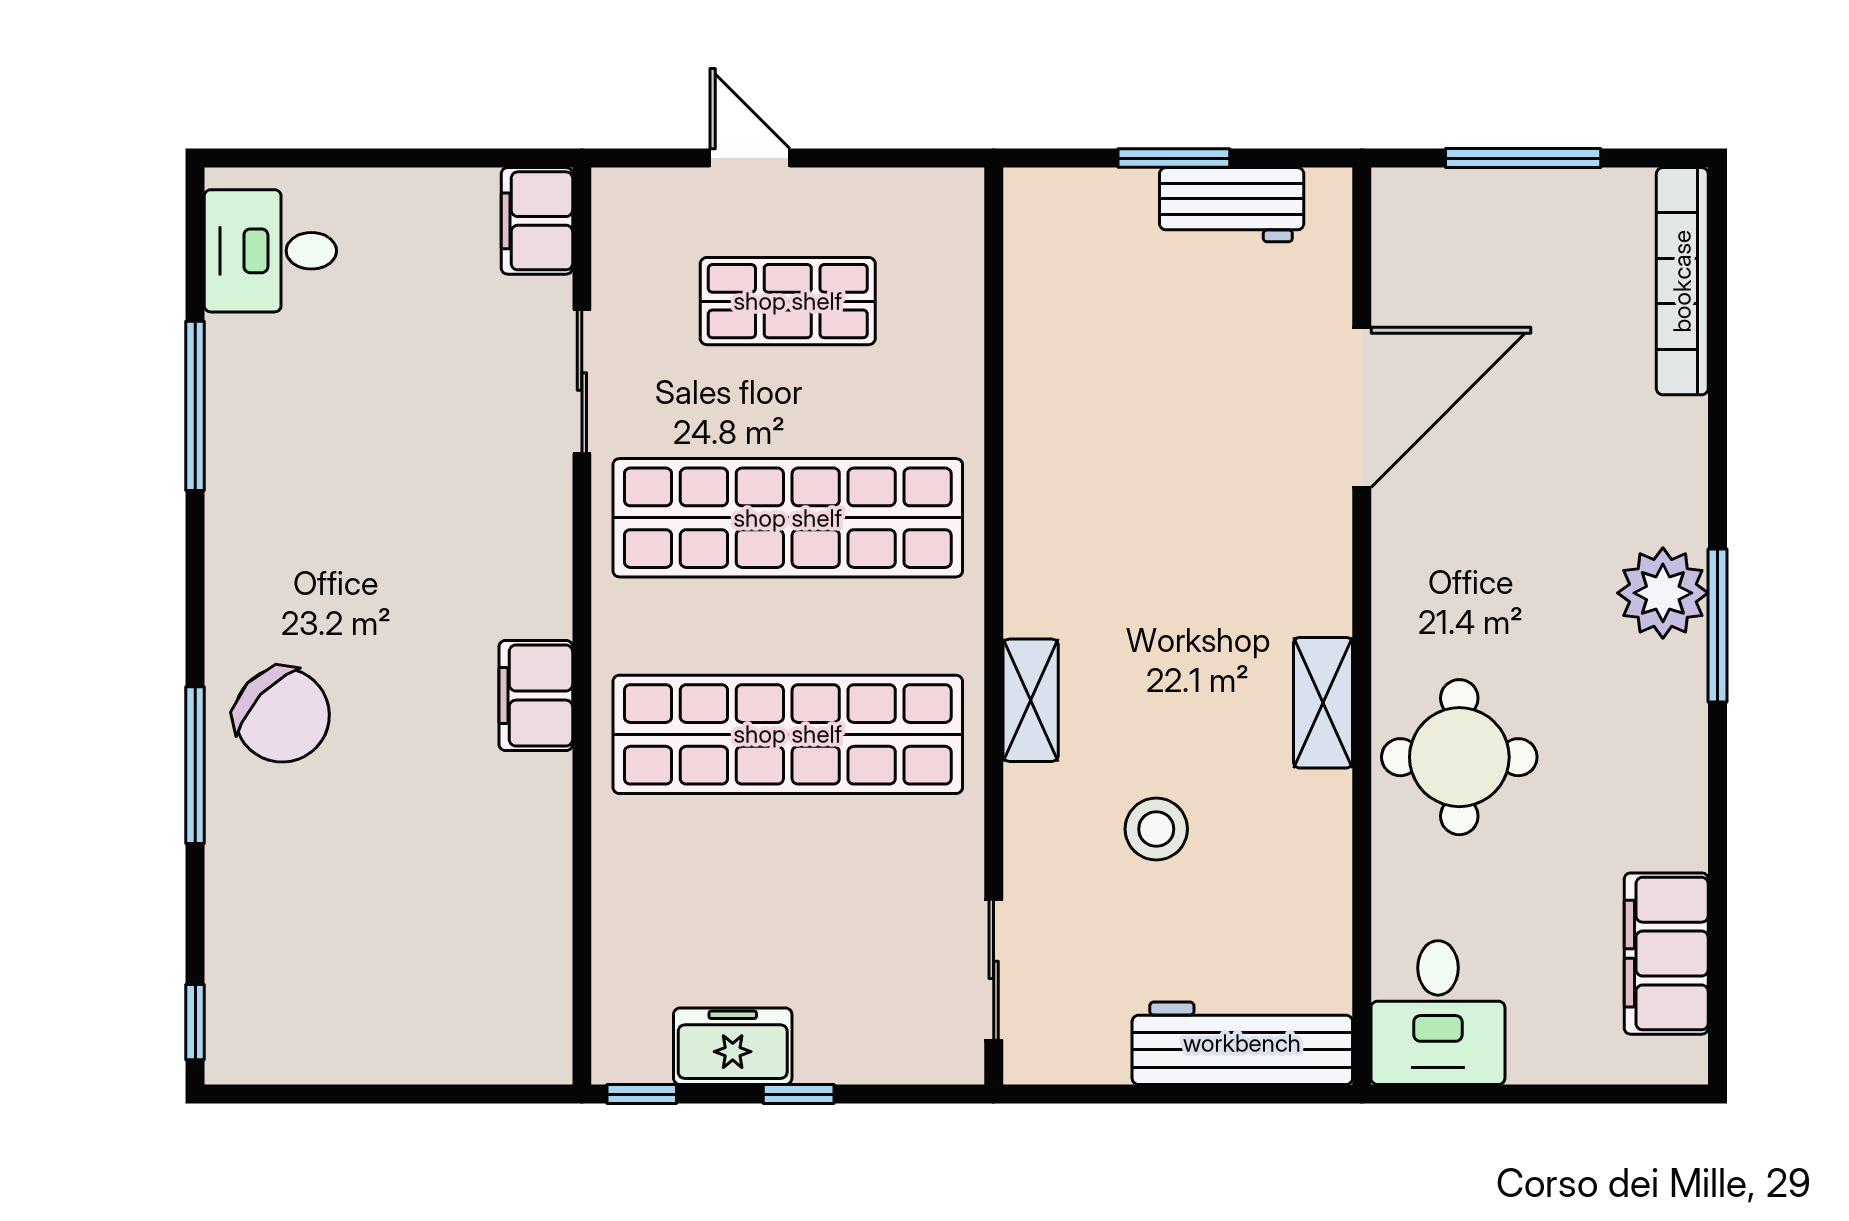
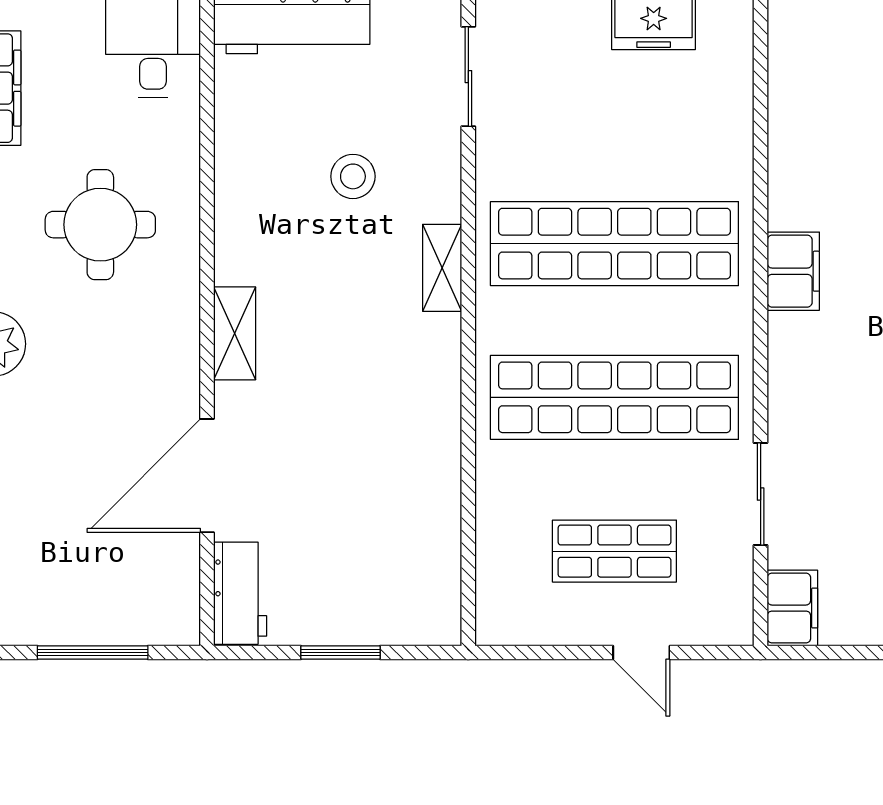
workbench: (1232, 205) -> (240, 593), moved, turned 90
shelving: (1323, 703) -> (235, 333), moved
round table: (1459, 757) -> (100, 225), moved

